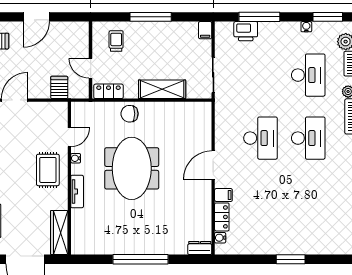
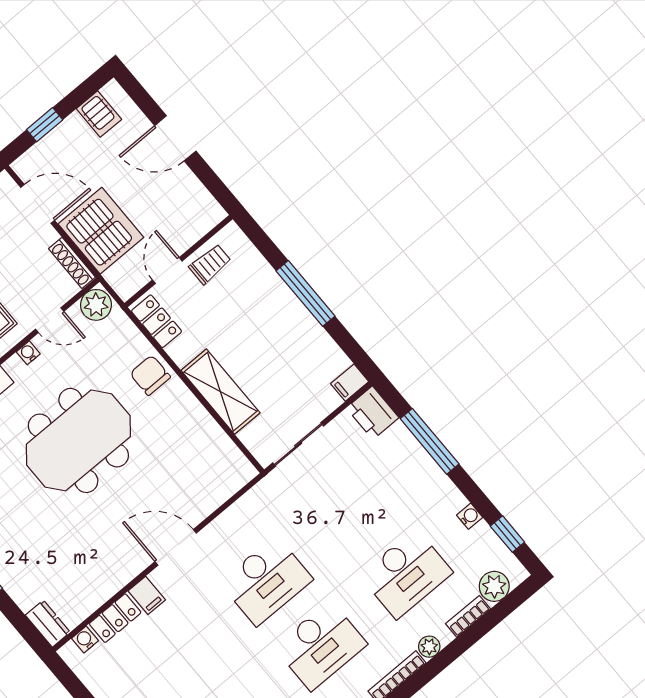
window: (328, 17) -> (507, 534), width x0.67
printer: (246, 31) -> (373, 413), moved
trolley: (116, 41) -> (210, 264), moved
server rack: (59, 87) -> (101, 231), width x2.18, depth x1.44
shoe rack: (53, 107) -> (72, 263), added
plant: (80, 112) -> (96, 305), added

